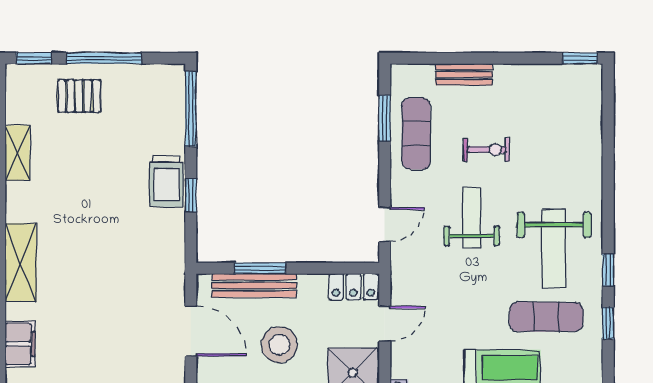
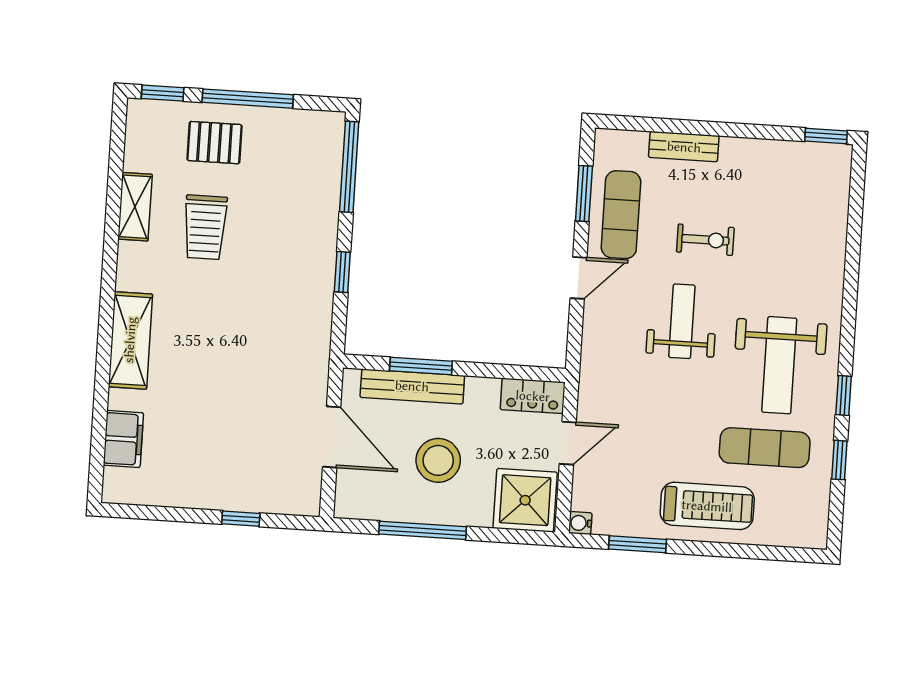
trolley: (166, 181) -> (205, 227), moved
door: (385, 224) -> (578, 278), moved

